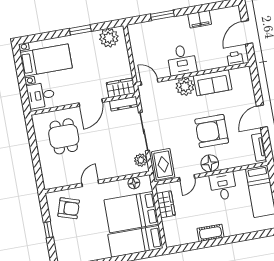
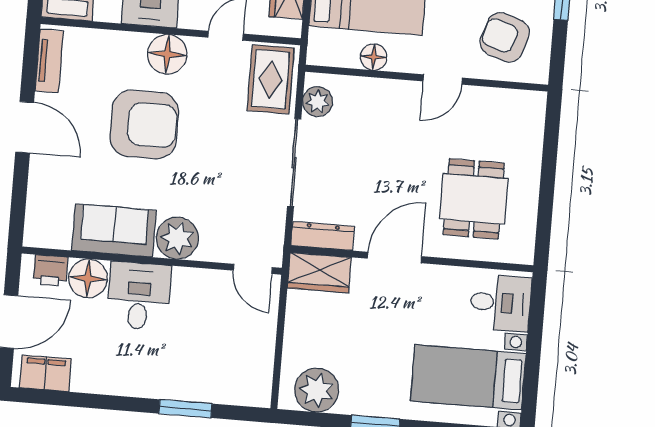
filing cabinet: (200, 19) -> (45, 373), moved
desk: (182, 60) -> (139, 296), moved
floor lamp: (218, 60) -> (88, 278), added
door: (262, 116) -> (25, 127), hinge flipped
floor lamp: (134, 183) -> (374, 57), moved

